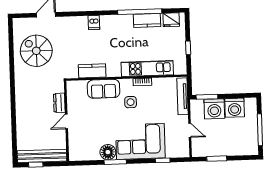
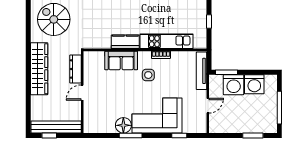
kitchen counter: (92, 71) -> (125, 42), moved
wardrobe: (23, 99) -> (39, 69), added
dresser: (59, 103) -> (76, 69), width x1.44
door: (190, 130) -> (208, 106), hinge flipped
window: (217, 159) -> (253, 136), moved

